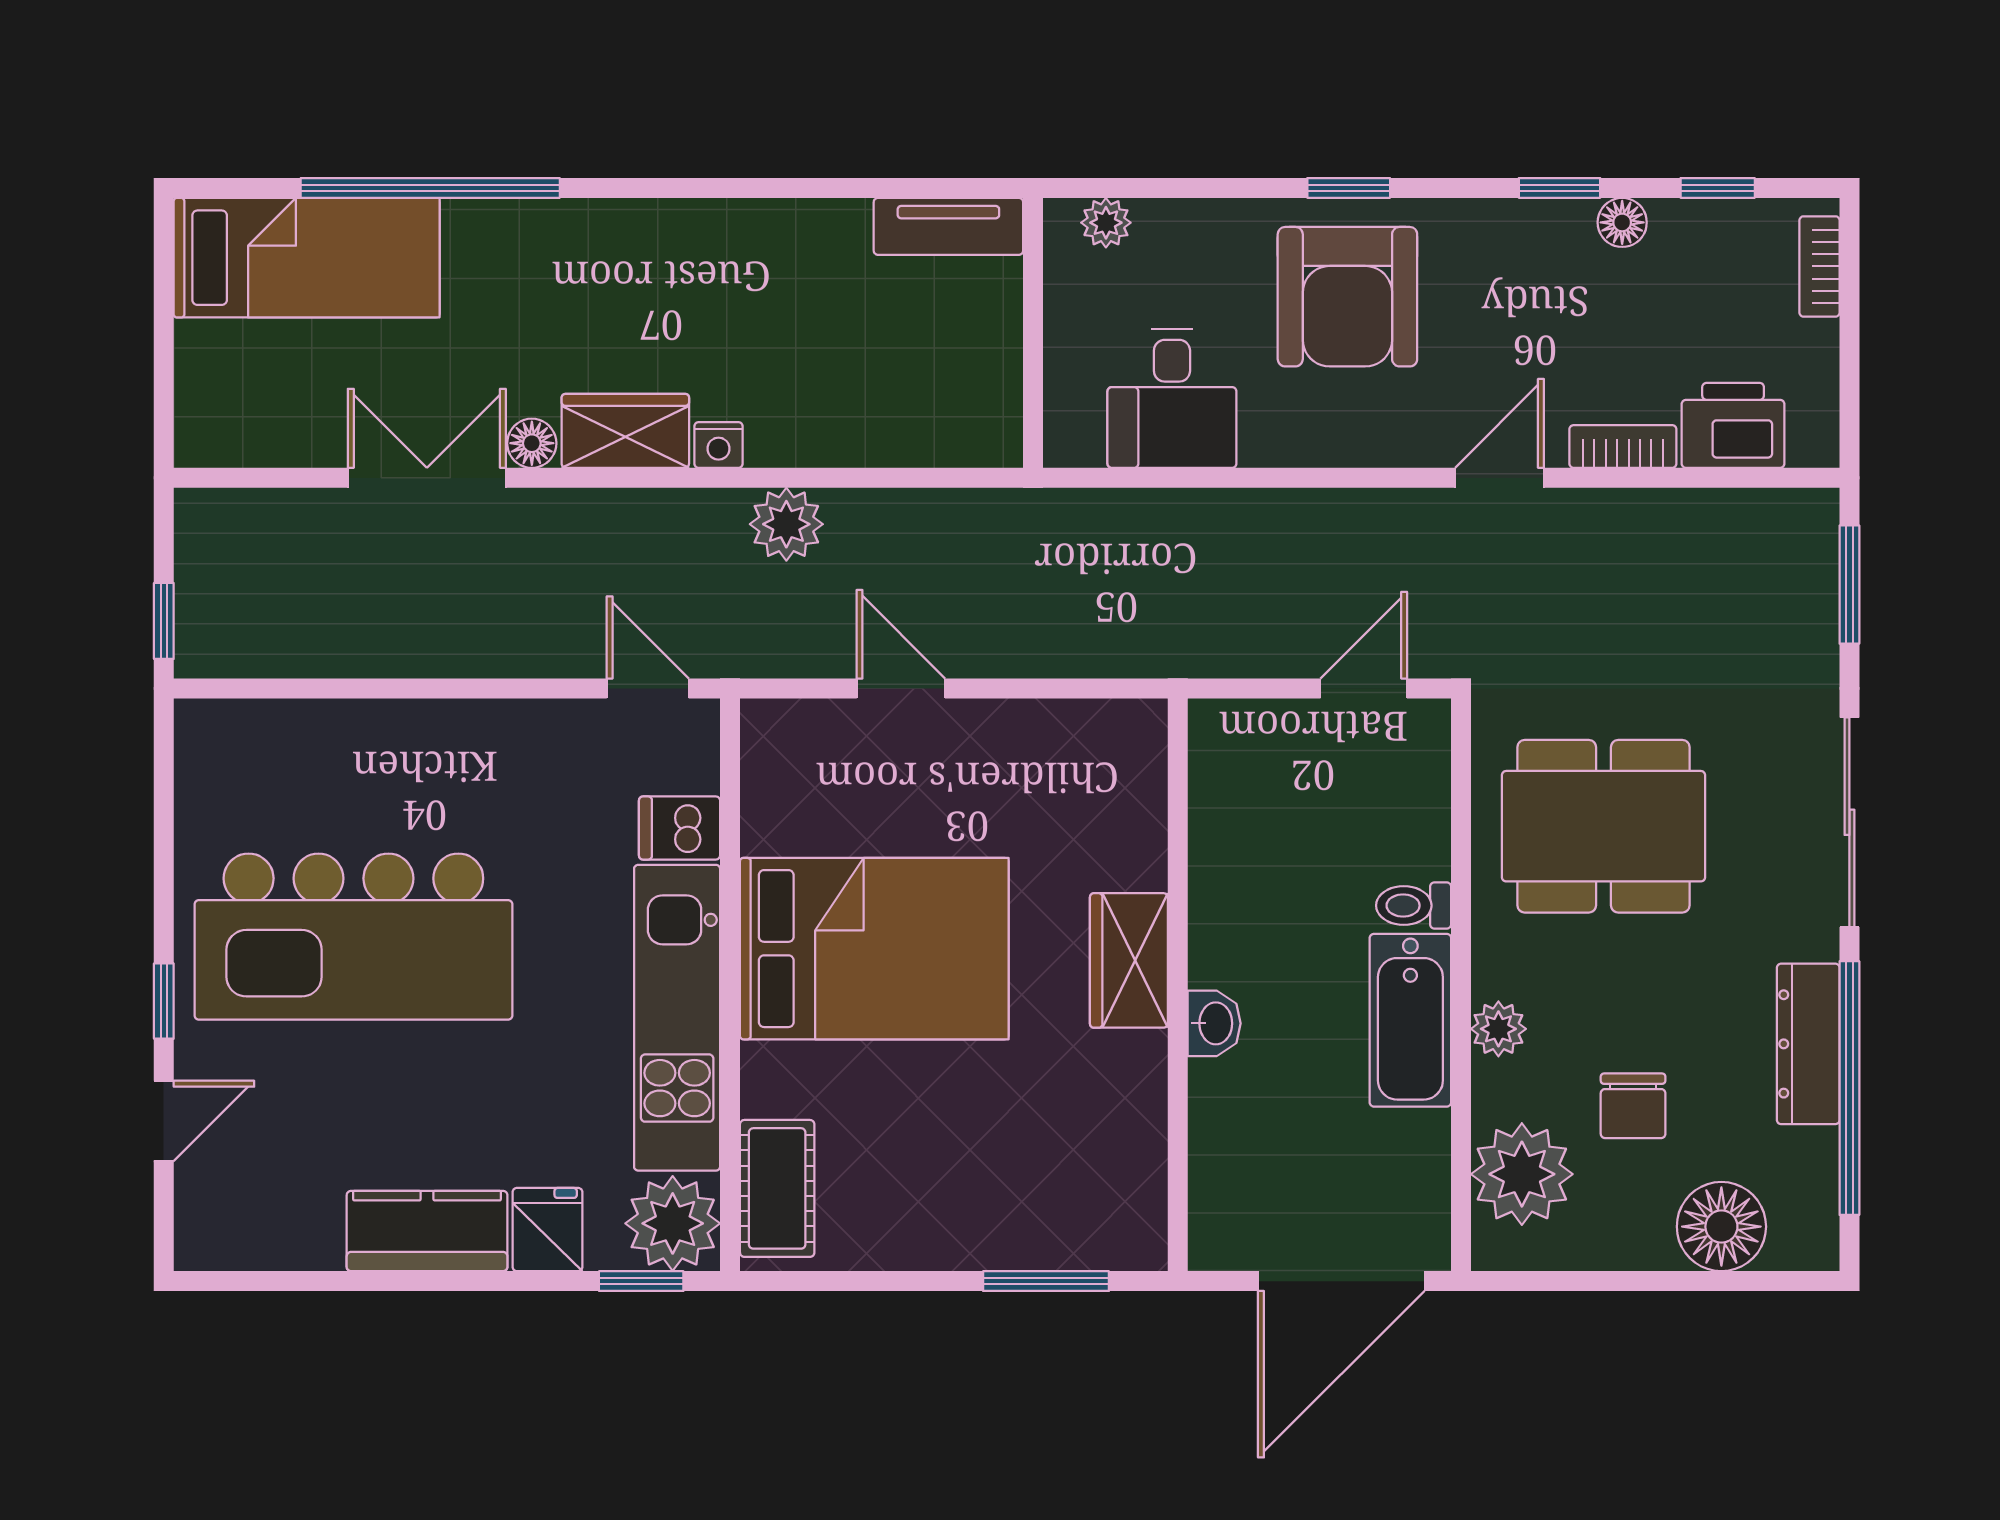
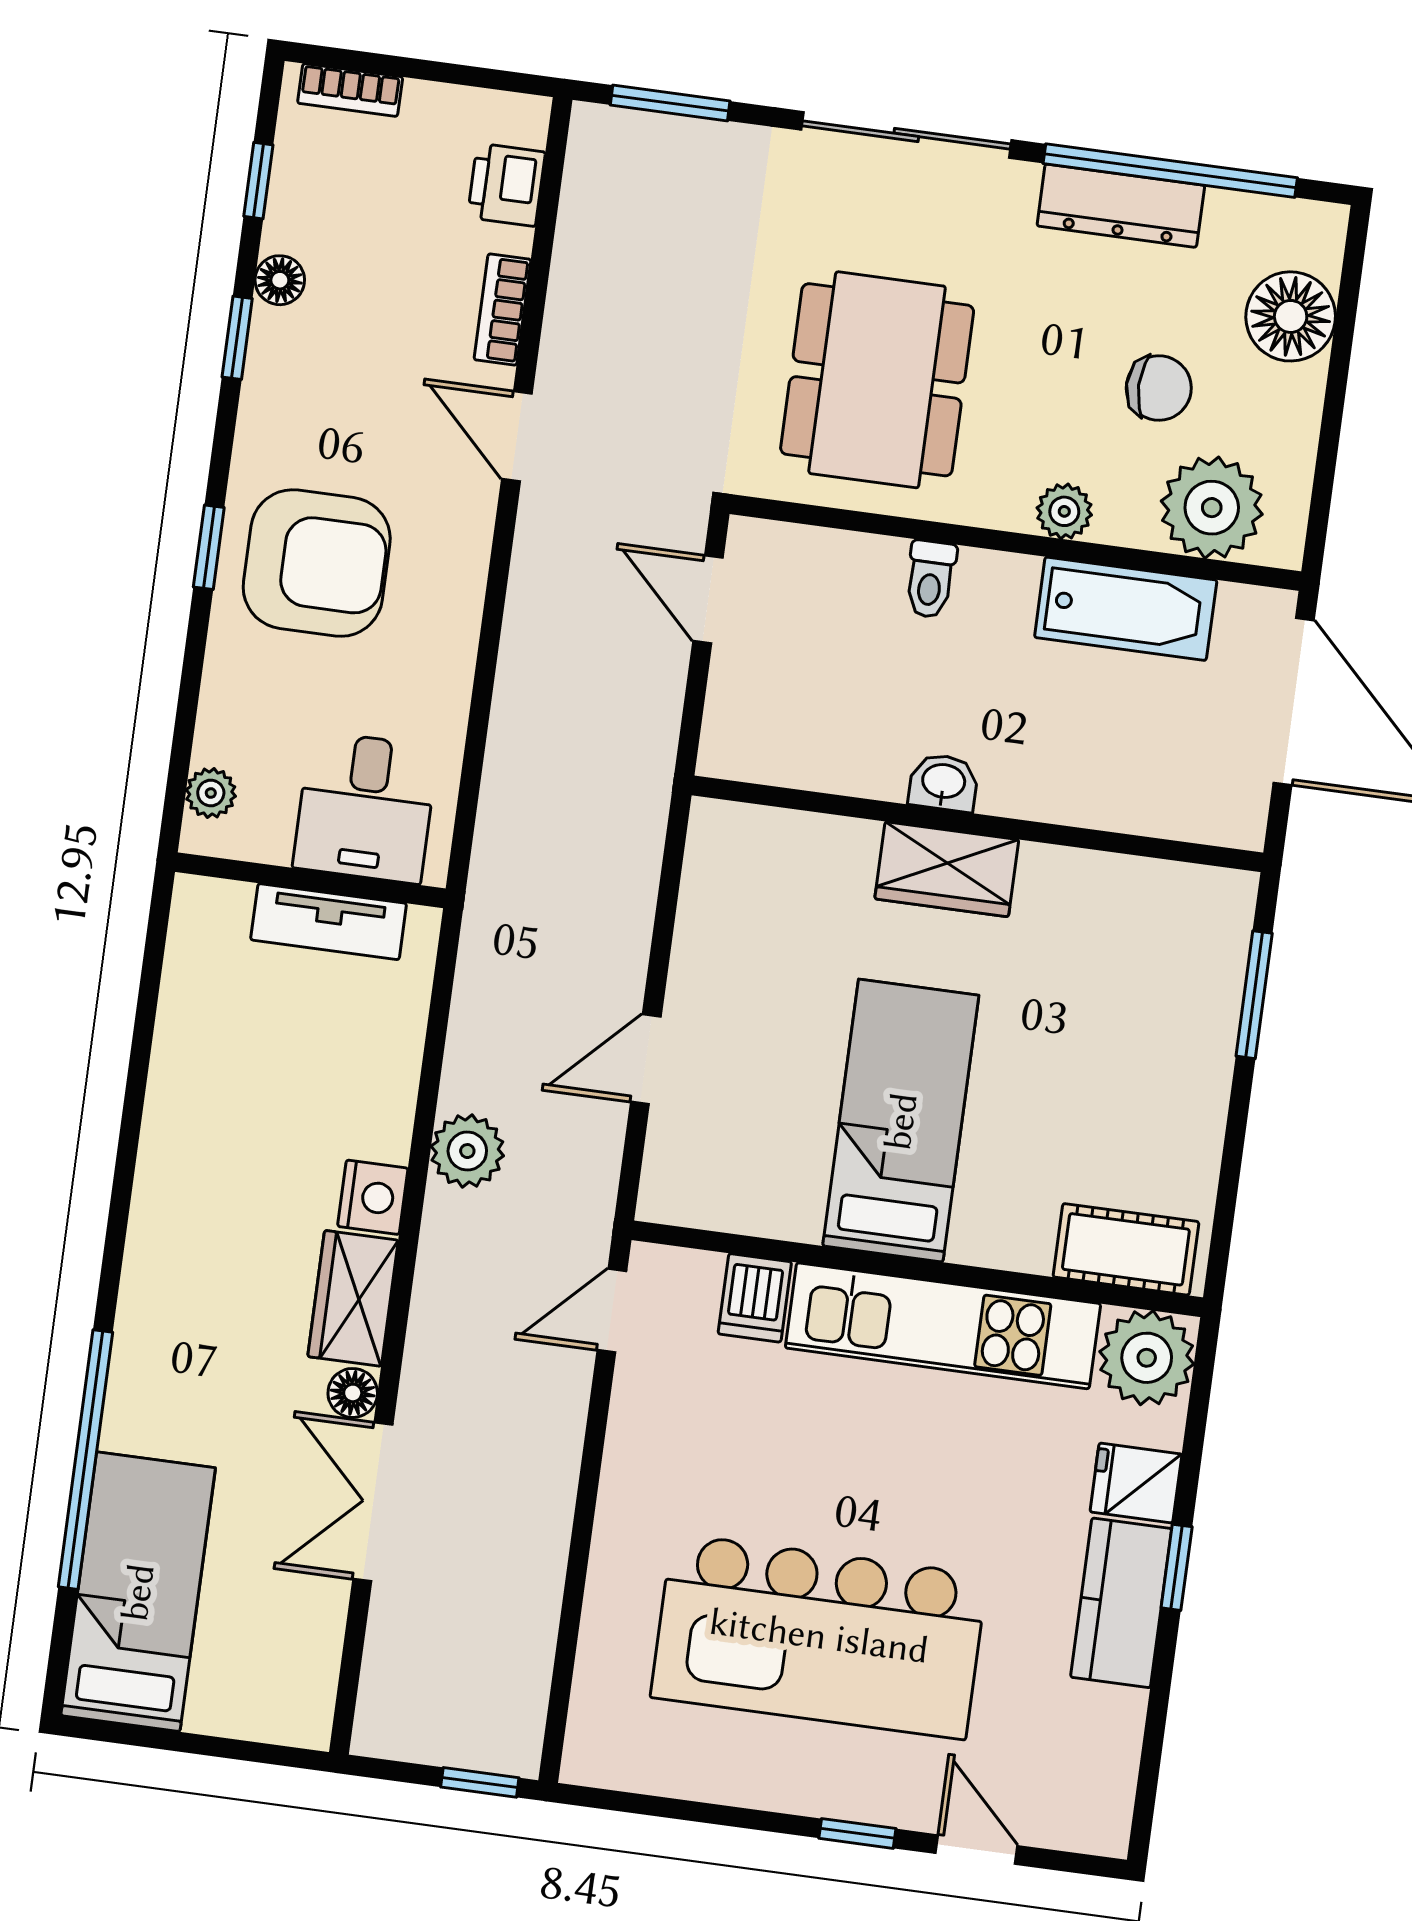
tv unit: (948, 226) -> (329, 922), moved, turned 90
desk: (1172, 398) -> (365, 807), moved, turned 90
printer: (1733, 425) -> (506, 185), width x0.73, depth x0.81
nightstand: (718, 445) -> (373, 1197), width x1.39, depth x1.35
kitchen island: (353, 937) -> (819, 1636), turned 90
bed: (874, 949) -> (901, 1121), width x0.67
bathtub: (1410, 1020) -> (1126, 609), moved
washbasin: (1214, 1023) -> (943, 783), moved
window: (641, 1281) -> (1177, 1567), moved

